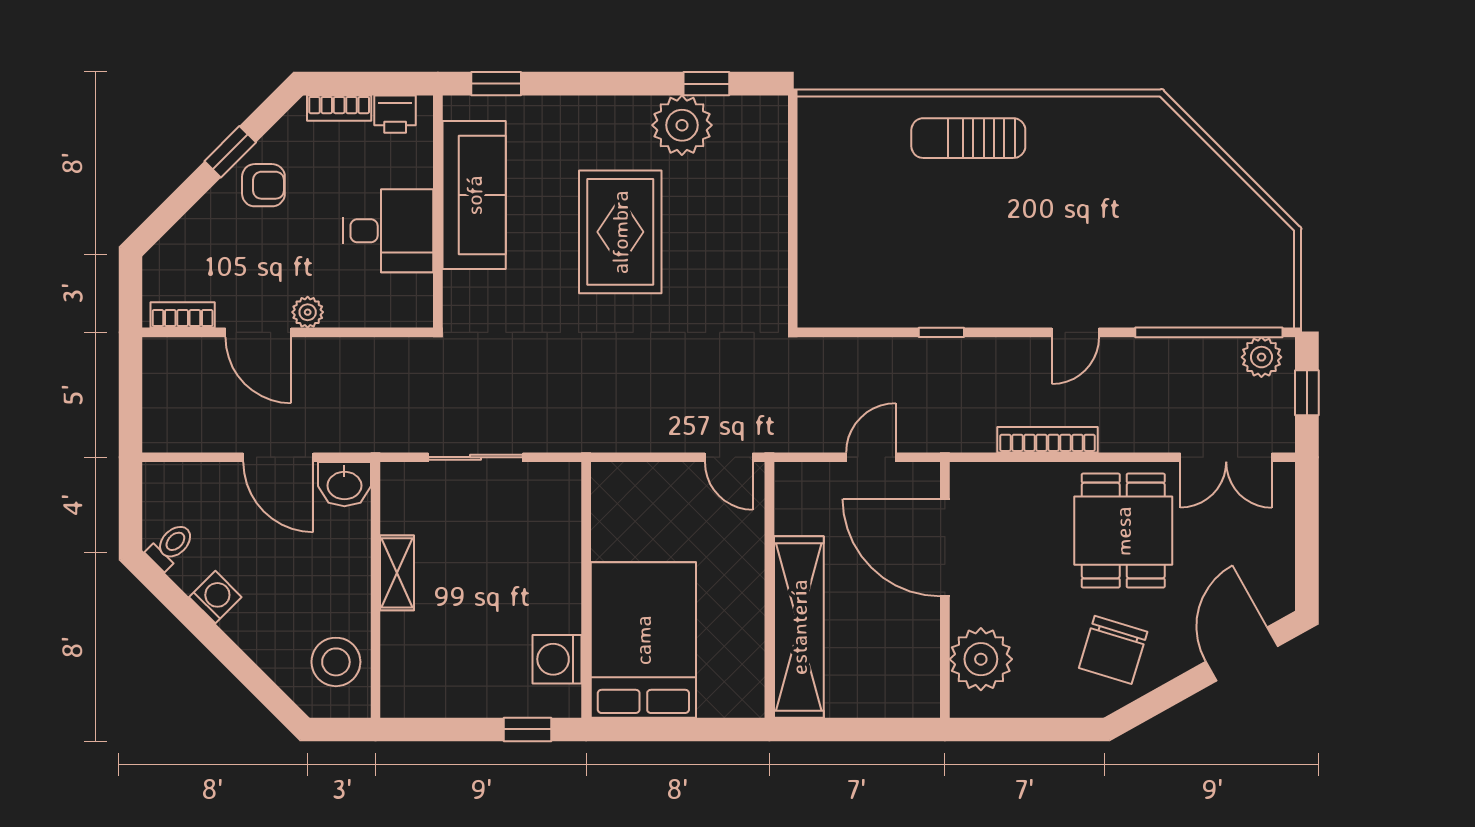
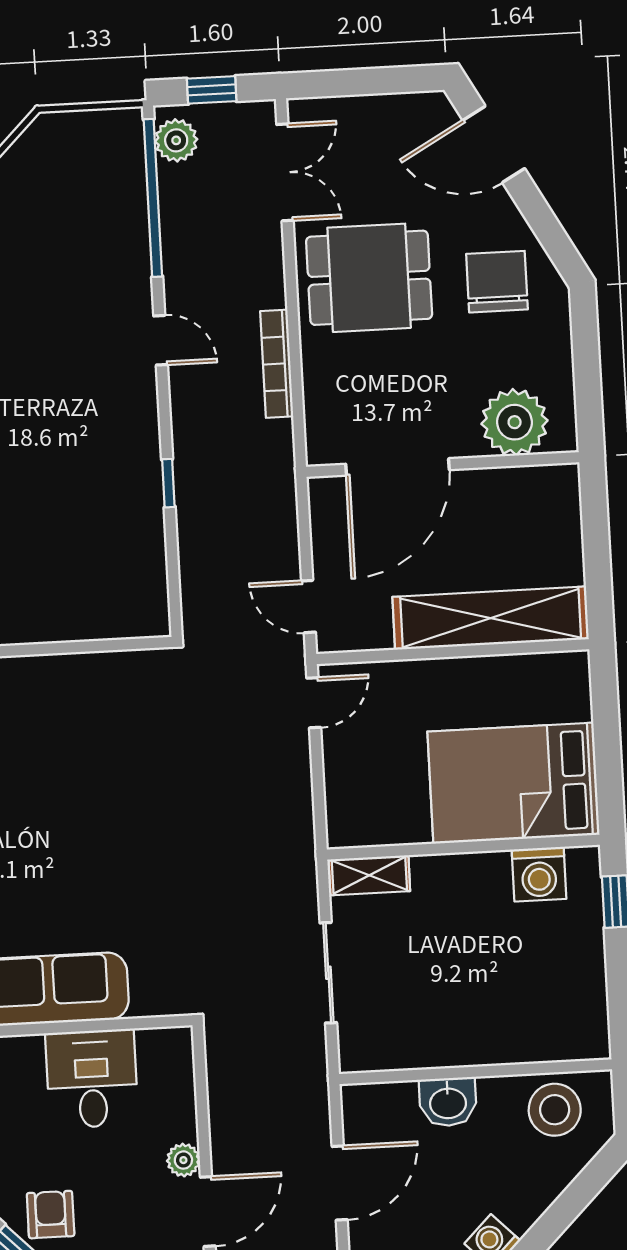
rug: (620, 232) -> (80, 831), removed
door: (871, 457) -> (309, 607), moved
washbasin: (344, 484) -> (448, 1102), moved, turned 90
shelving: (397, 573) -> (369, 875), moved
chair: (1113, 650) -> (497, 282), turned -107

